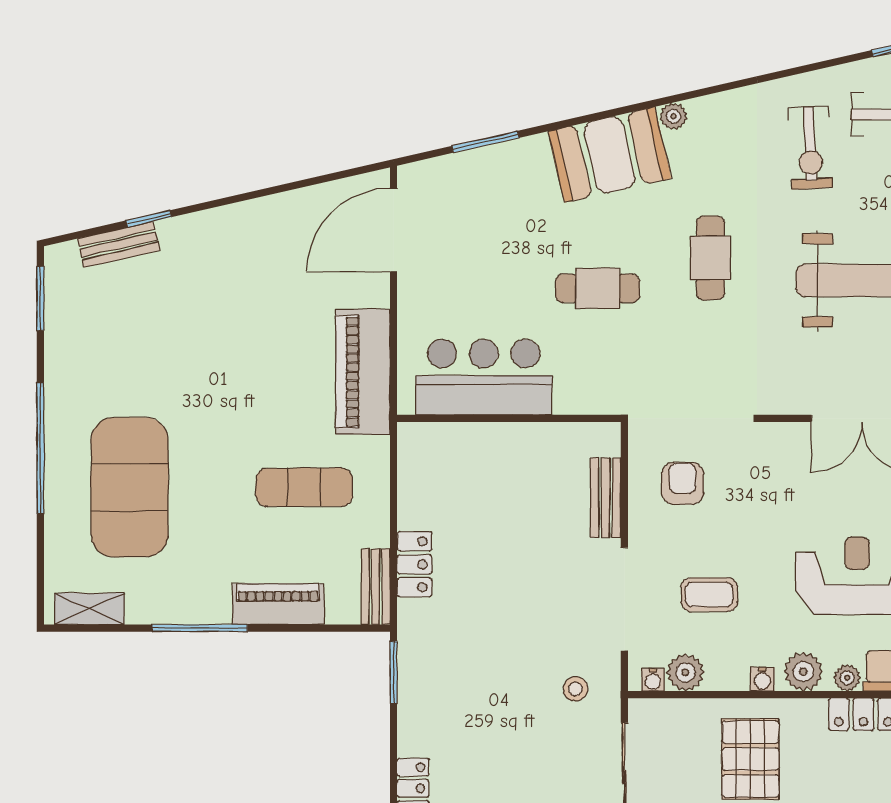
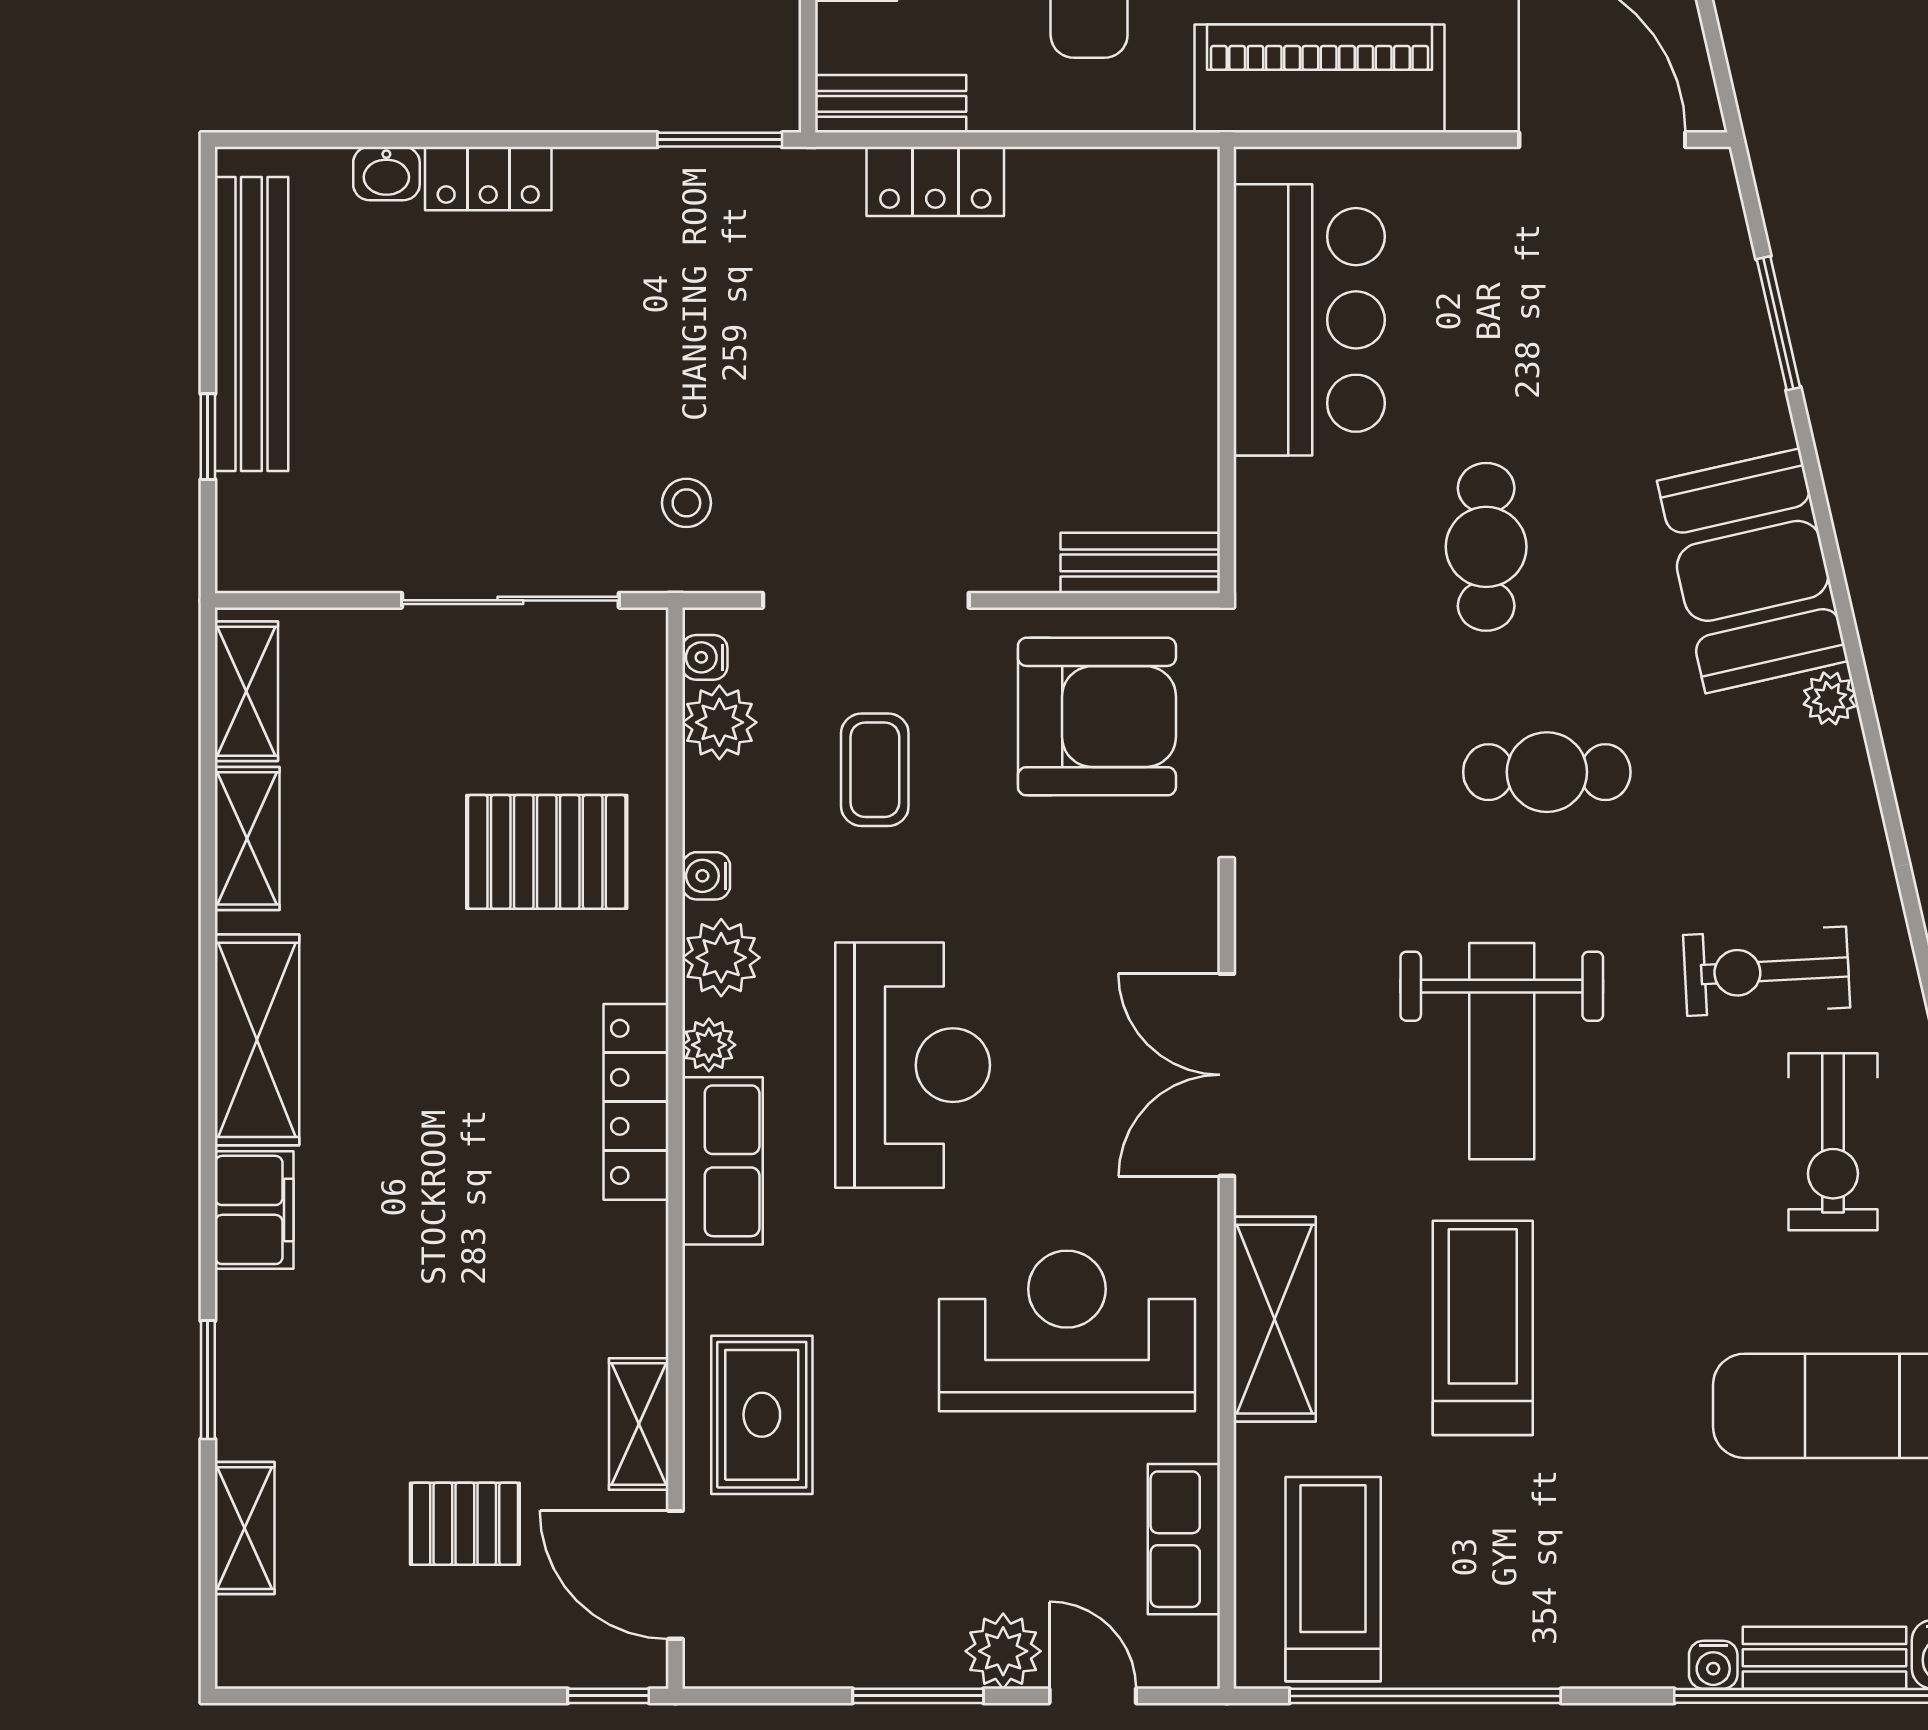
armchair: (683, 483) -> (1097, 717), width x1.88, depth x1.88
bench: (606, 498) -> (1140, 563), moved

